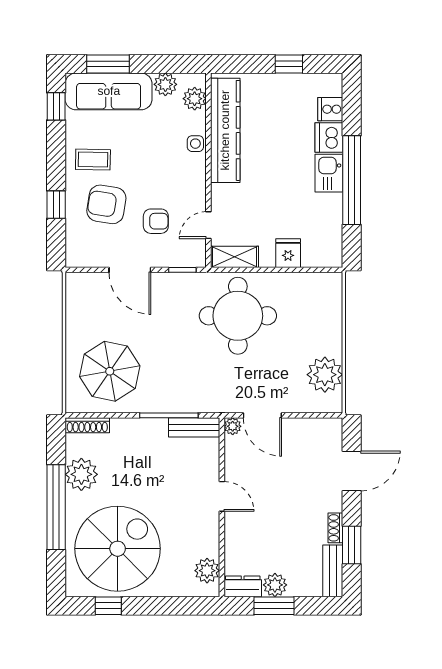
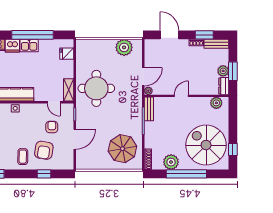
fridge: (288, 253) -> (67, 54), moved

